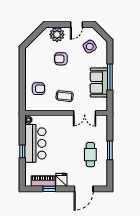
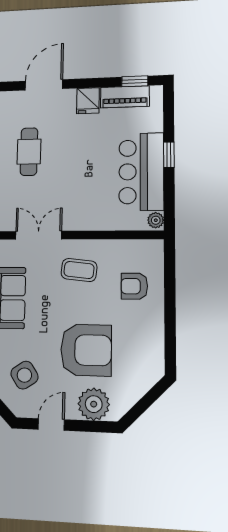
armchair: (61, 59) -> (86, 350), width x1.88, depth x1.88
window: (49, 189) -> (135, 81), moved

